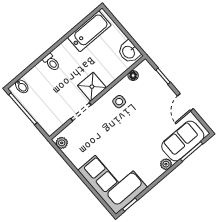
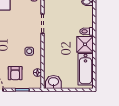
shower: (92, 87) -> (85, 44), moved
armchair: (152, 97) -> (15, 73), added

